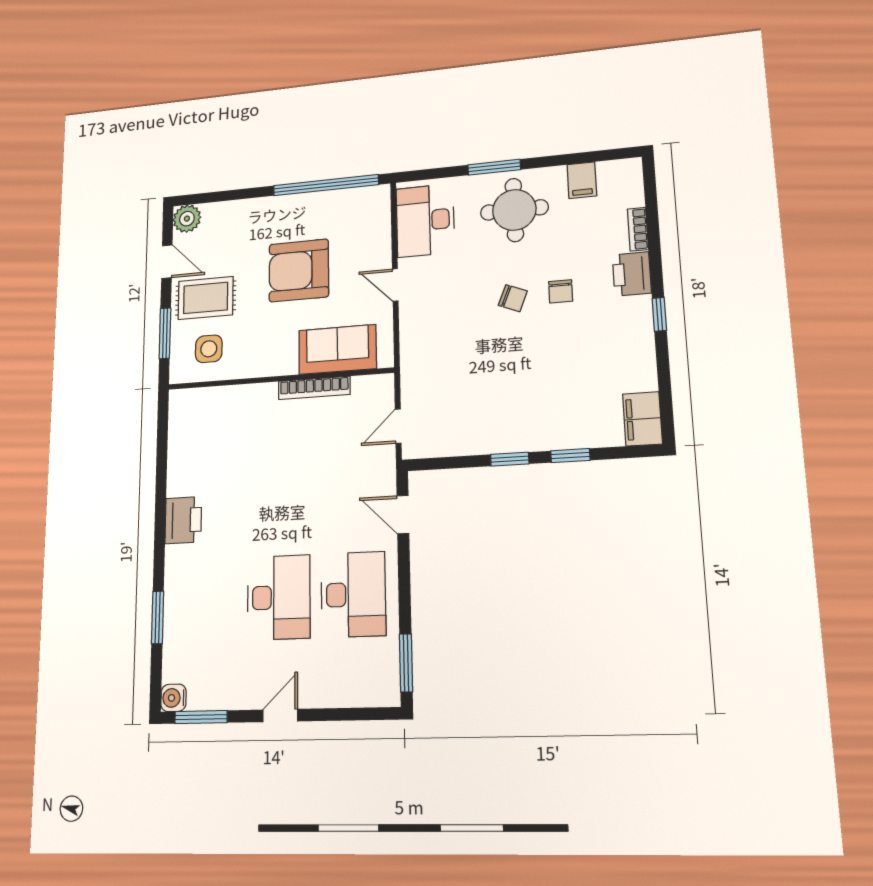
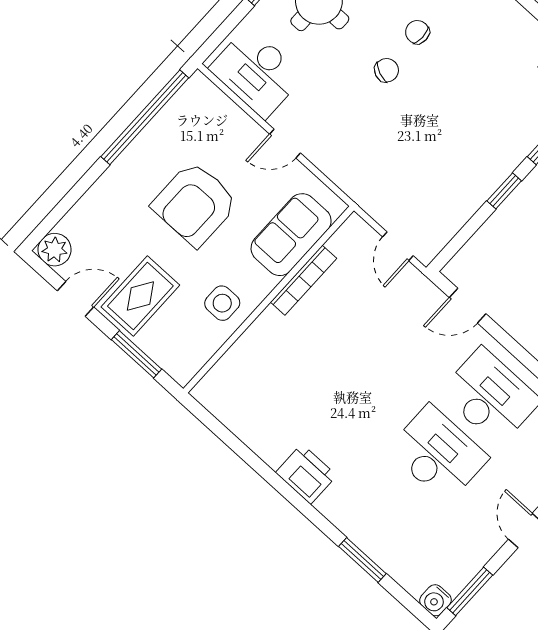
chair: (561, 291) -> (417, 32), turned 180
side table: (209, 349) -> (222, 303), moved

